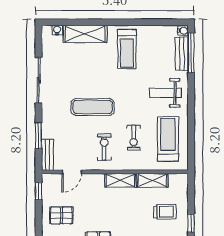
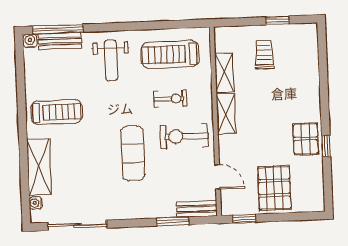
sliding door: (39, 80) -> (77, 225), moved
exercise bike: (104, 147) -> (184, 136), width x1.38, depth x1.39
pallet: (61, 215) -> (274, 188), width x1.50, depth x1.42

